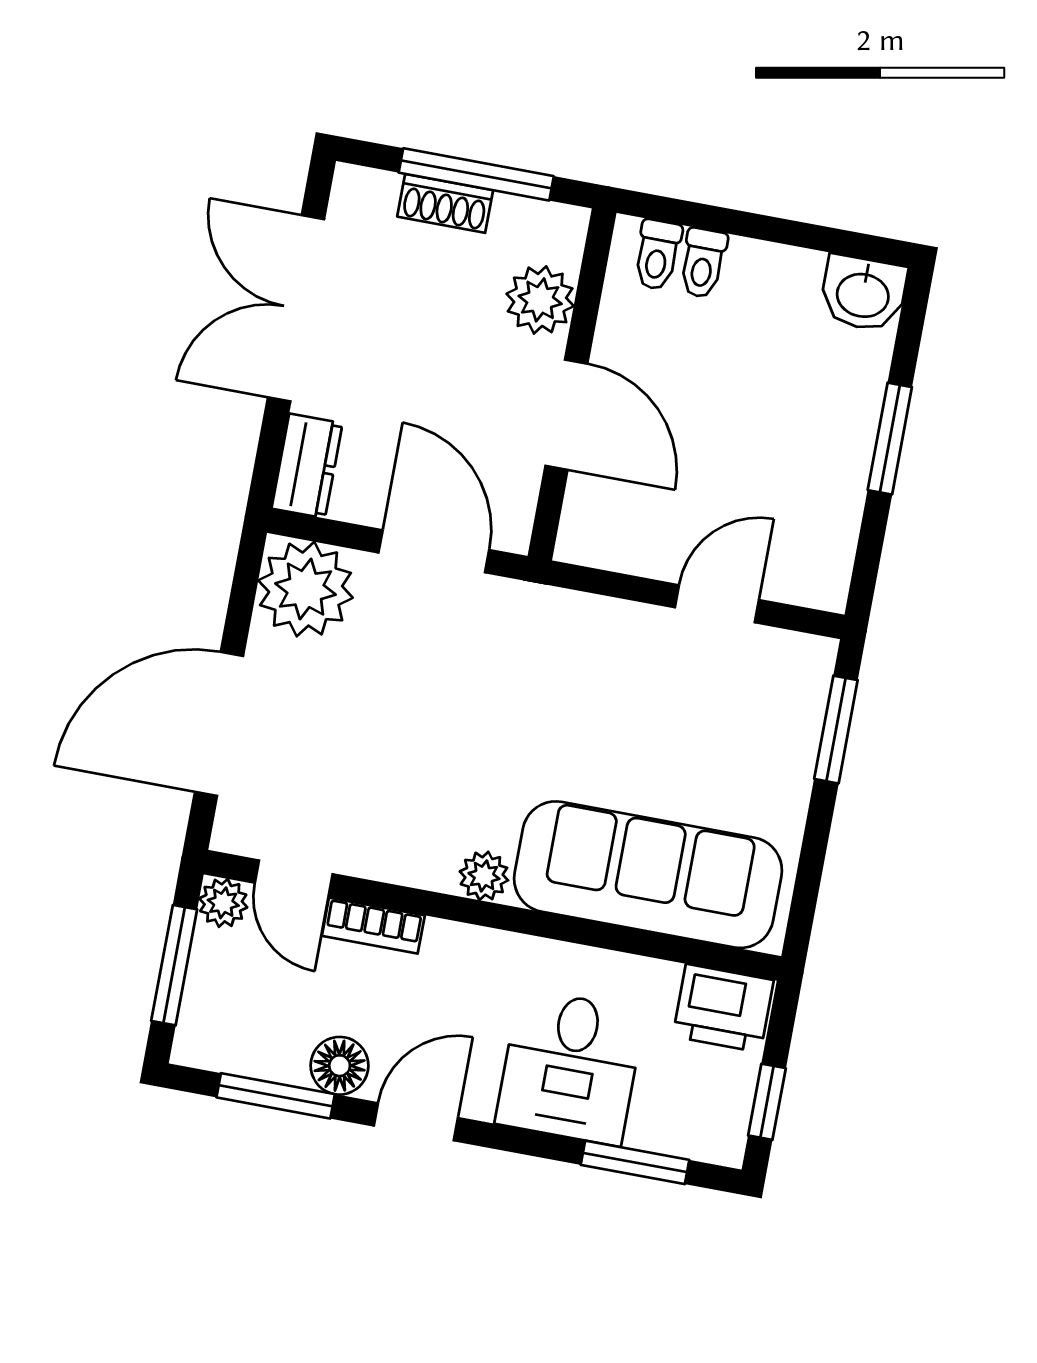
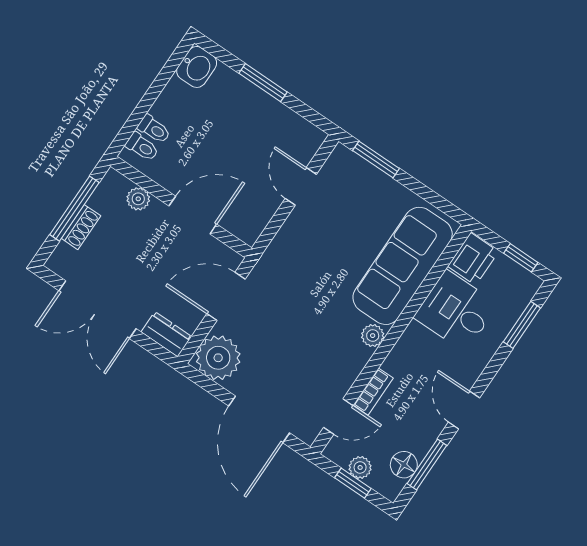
plant: (540, 300) -> (138, 199), width x0.73, depth x0.73
plant: (223, 903) -> (360, 467), moved
window: (174, 965) -> (353, 483), width x0.67
floor lamp: (340, 1066) -> (404, 465), moved
desk: (570, 1067) -> (456, 311), moved, turned 180

